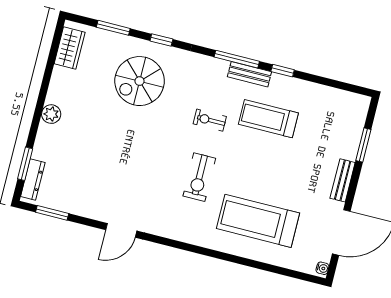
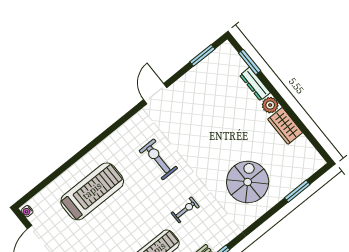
window: (161, 40) -> (264, 218), removed
wardrobe: (70, 48) -> (285, 126), moved
exercise bike: (199, 177) -> (158, 159), moved
dresser: (33, 179) -> (255, 84), moved

